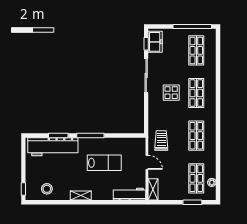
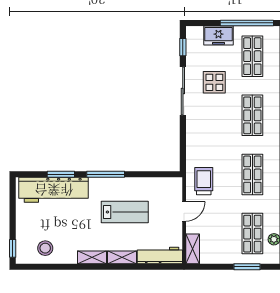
freezer: (155, 42) -> (218, 35), moved, turned 90
display table: (171, 93) -> (214, 82), moved
door: (147, 162) -> (184, 211), hinge flipped
shelving: (102, 196) -> (122, 257), added

